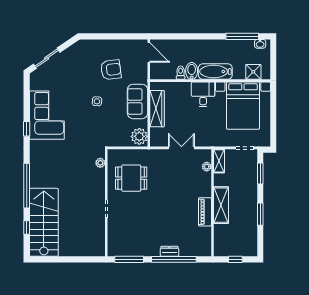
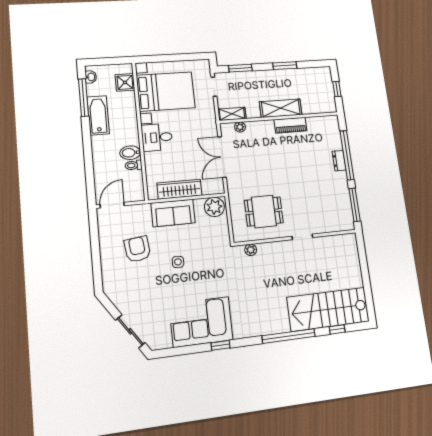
bathtub: (215, 71) -> (98, 115), moved, turned 180
double door: (181, 148) -> (222, 157), width x1.37
dining table: (131, 178) -> (264, 212), turned 90

